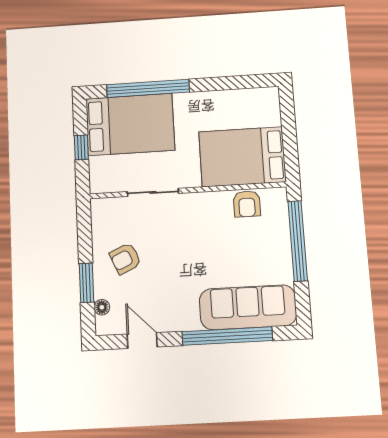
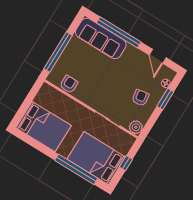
bed: (242, 157) -> (43, 127), moved
plant: (102, 210) -> (136, 127), added
armchair: (125, 259) -> (140, 98), turned -75

